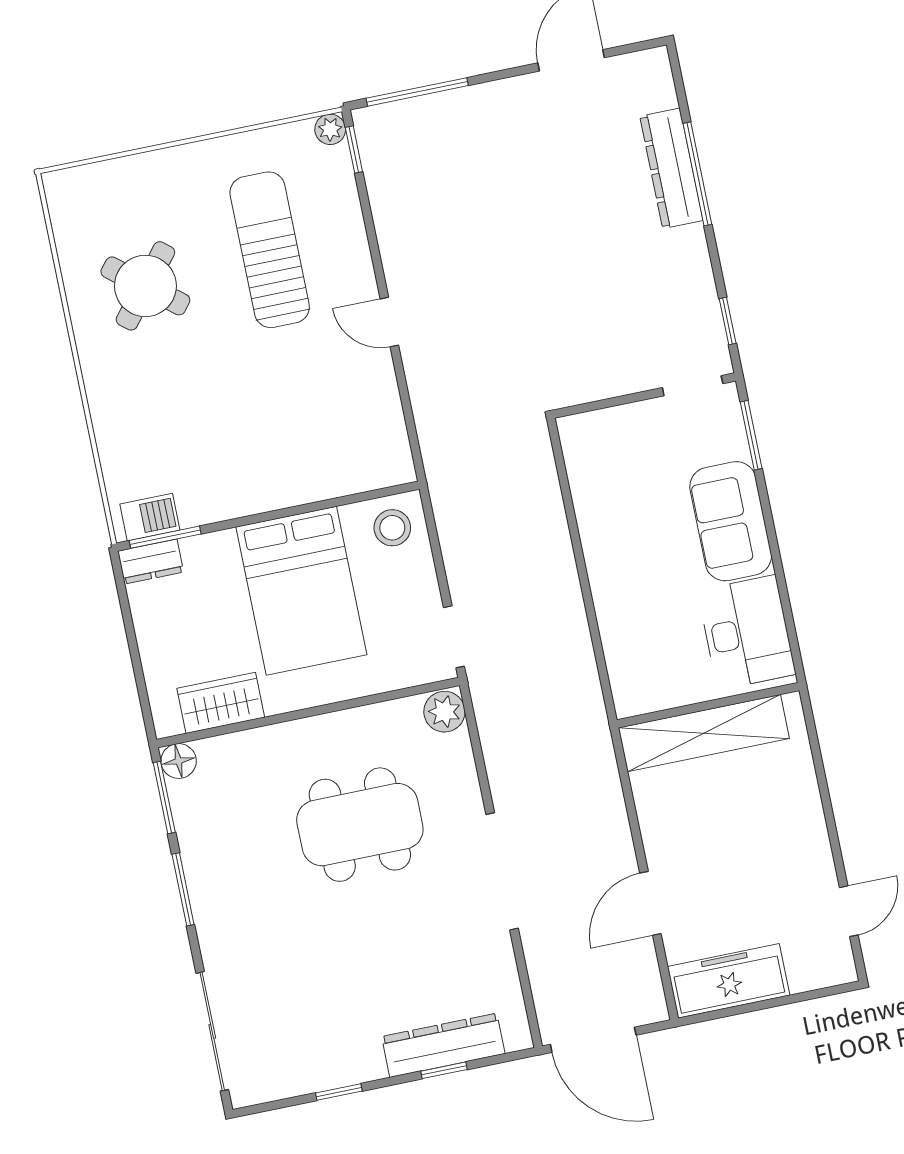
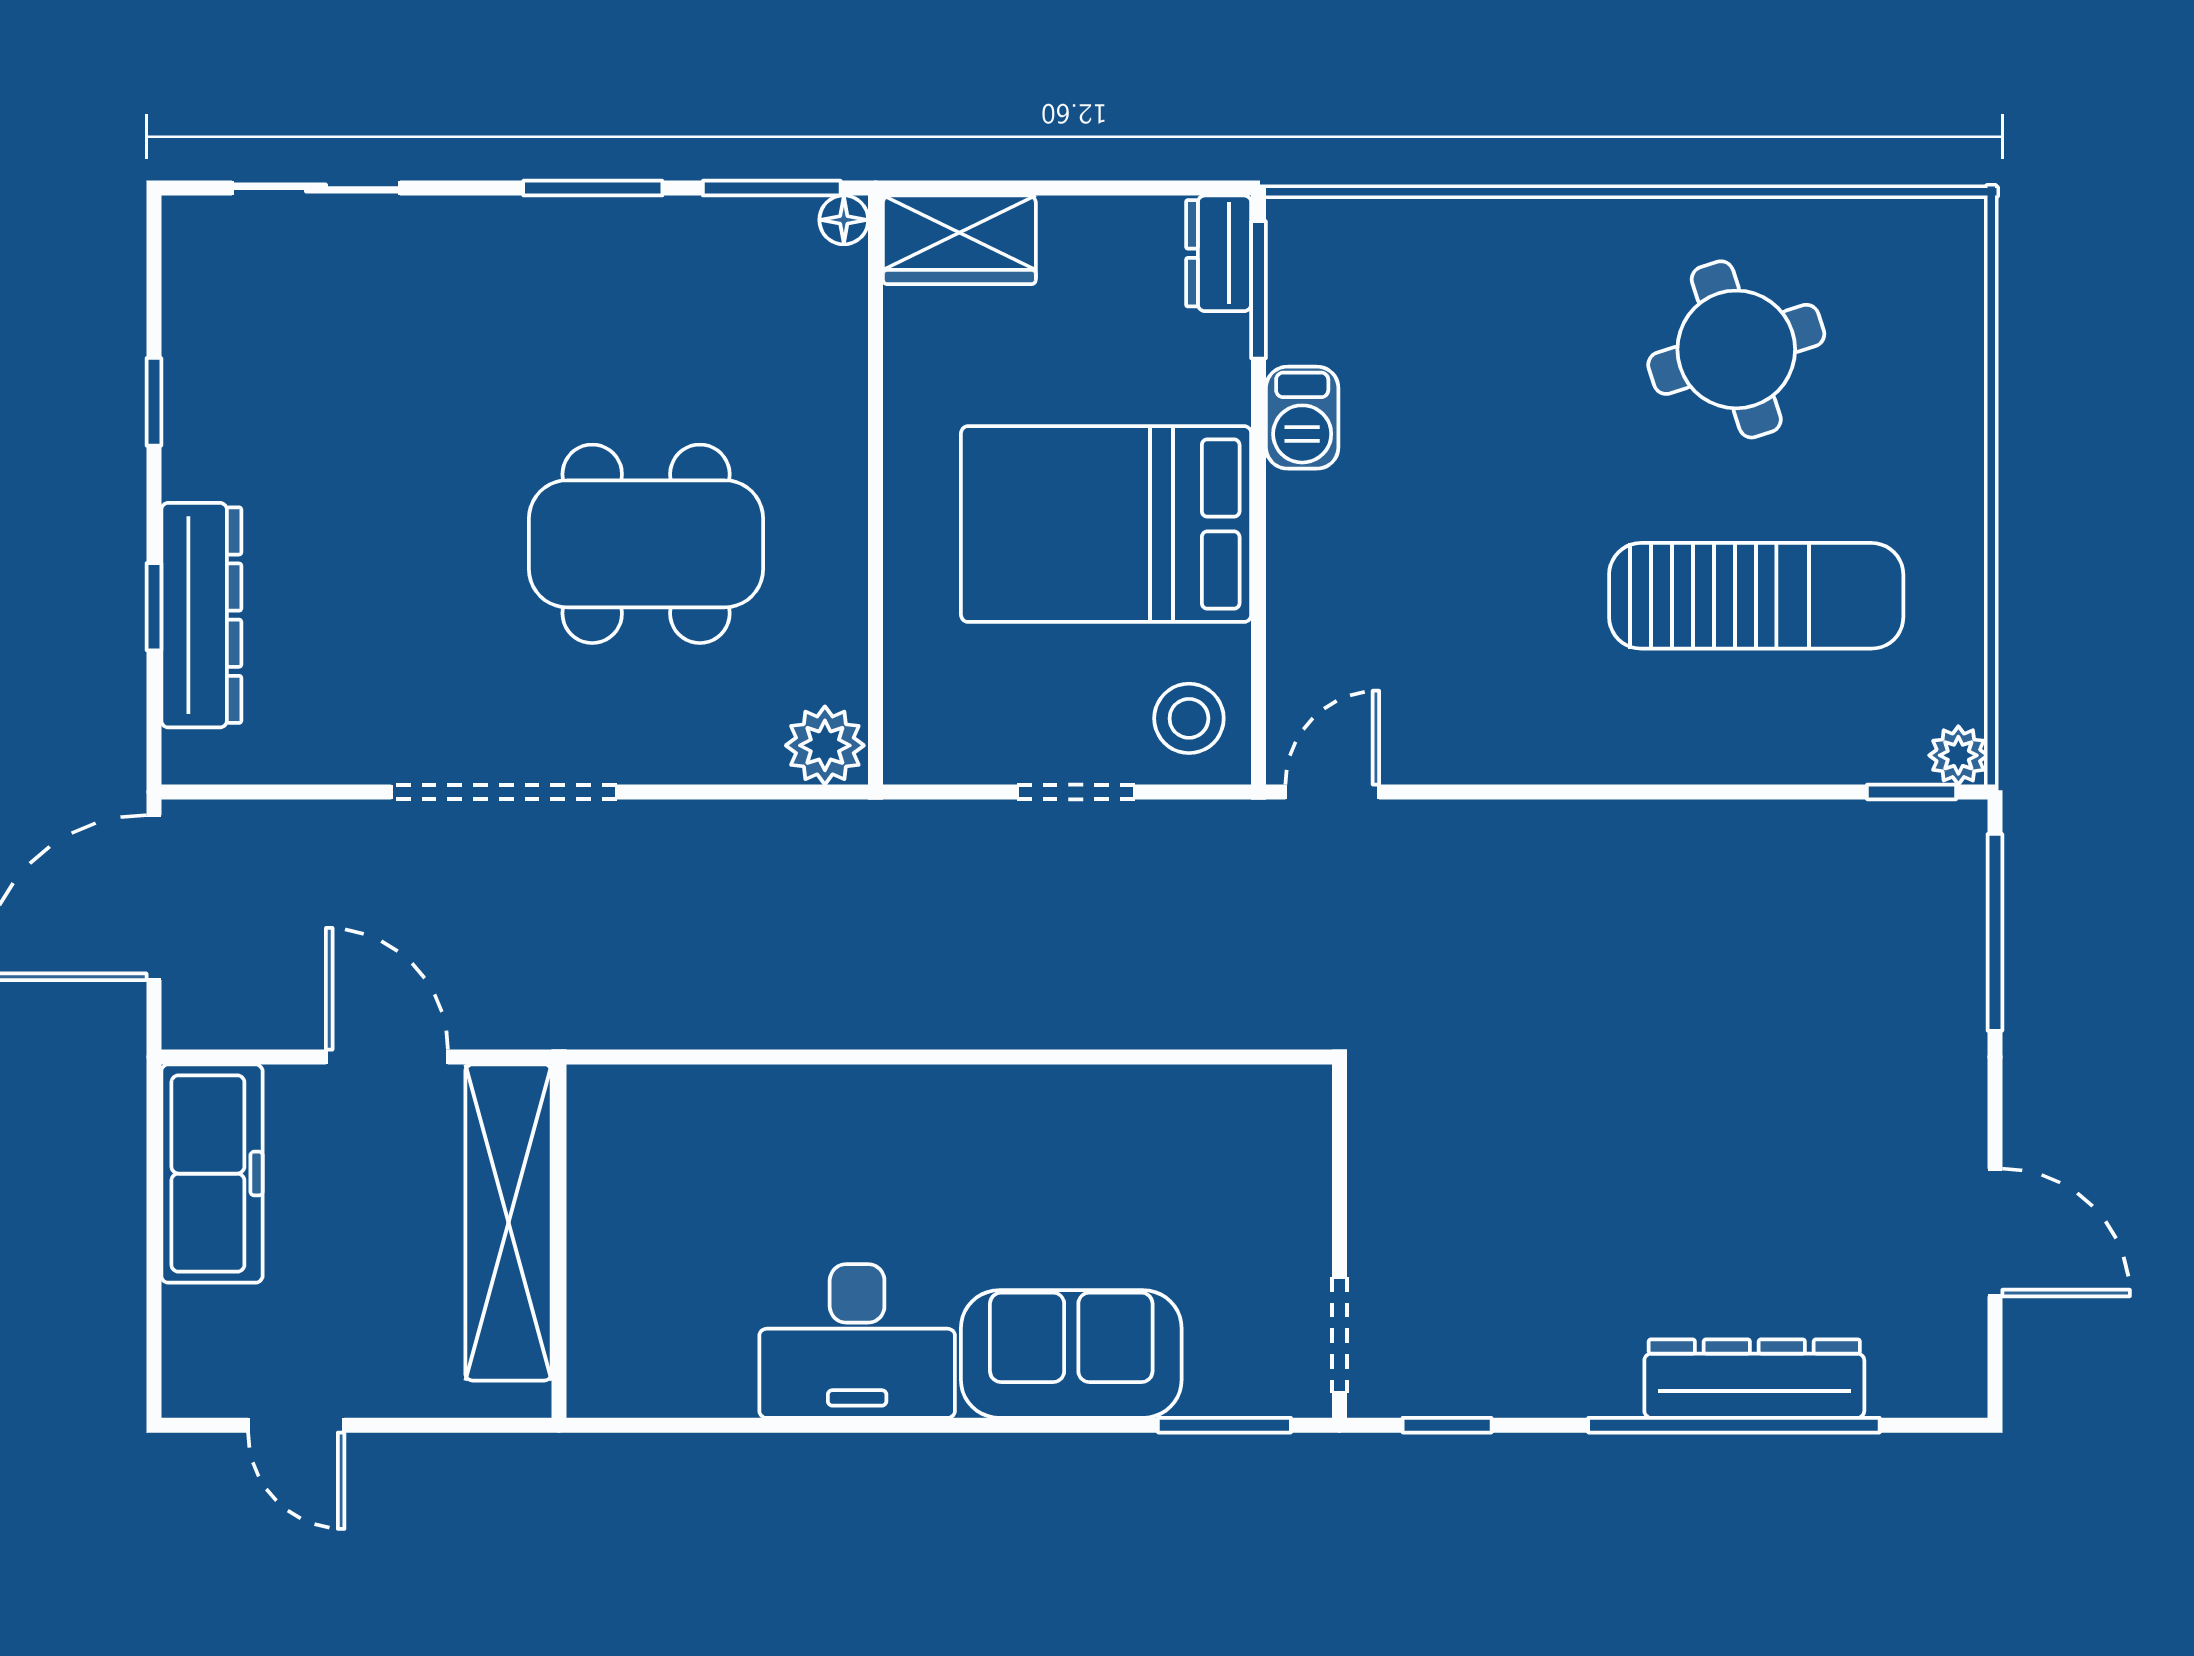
window: (697, 174) -> (1734, 1425), width x1.46
round table: (145, 286) -> (1736, 349), turned 33
door: (389, 322) -> (1332, 792), moved
barbecue: (150, 517) -> (1302, 418), moved
doorway: (454, 637) -> (1076, 792), moved
wardrobe: (221, 703) -> (959, 240), moved, turned 90
wall: (708, 705) -> (559, 1241), moved
shelving: (704, 733) -> (508, 1222), moved
floor lamp: (179, 761) -> (844, 220), width x0.73, depth x0.73
dining table: (360, 825) -> (646, 544), turned 90
sliding door: (212, 1031) -> (316, 188), width x0.73

